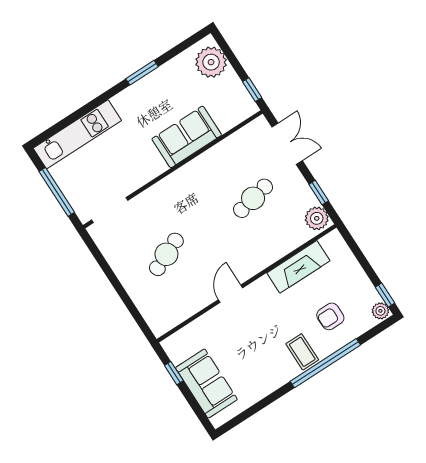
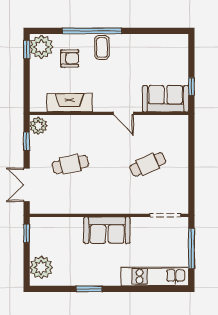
sofa: (187, 137) -> (107, 230), moved
door: (231, 294) -> (123, 113), hinge flipped
plant: (380, 311) -> (41, 47), width x1.88, depth x1.88
sofa: (206, 384) -> (166, 99), moved, turned 90

